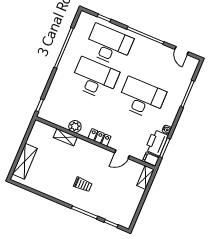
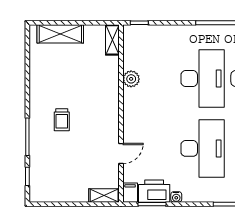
shelving: (65, 137) -> (112, 40), moved
locker: (99, 137) -> (130, 116), removed
door: (122, 154) -> (121, 153), swing flipped

